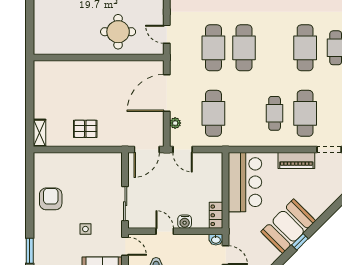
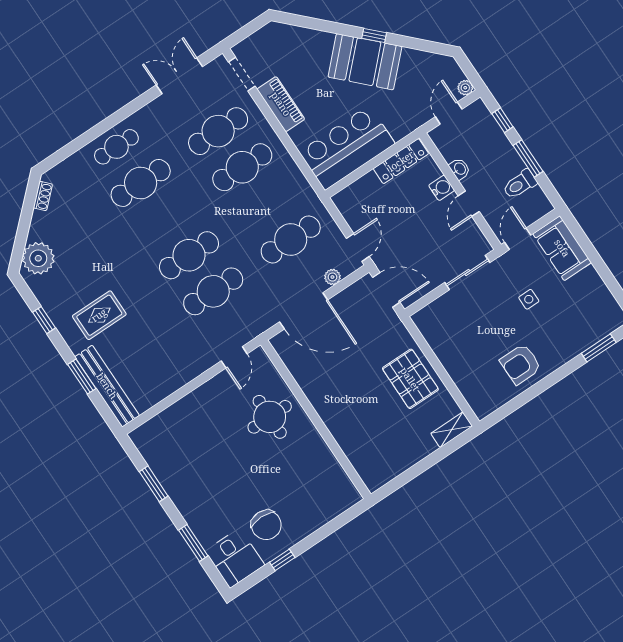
cafe table: (275, 113) -> (242, 167), width x1.37, depth x1.35
pallet: (85, 129) -> (410, 379), width x1.50, depth x1.42
locker: (216, 215) -> (401, 161), width x1.53
washbasin: (216, 240) -> (460, 169), moved

